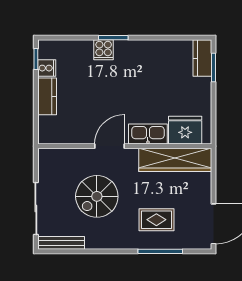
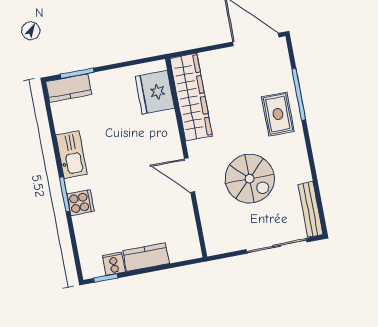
kitchen sink: (148, 134) -> (71, 155), moved, turned 180
rug: (156, 220) -> (278, 114), moved

